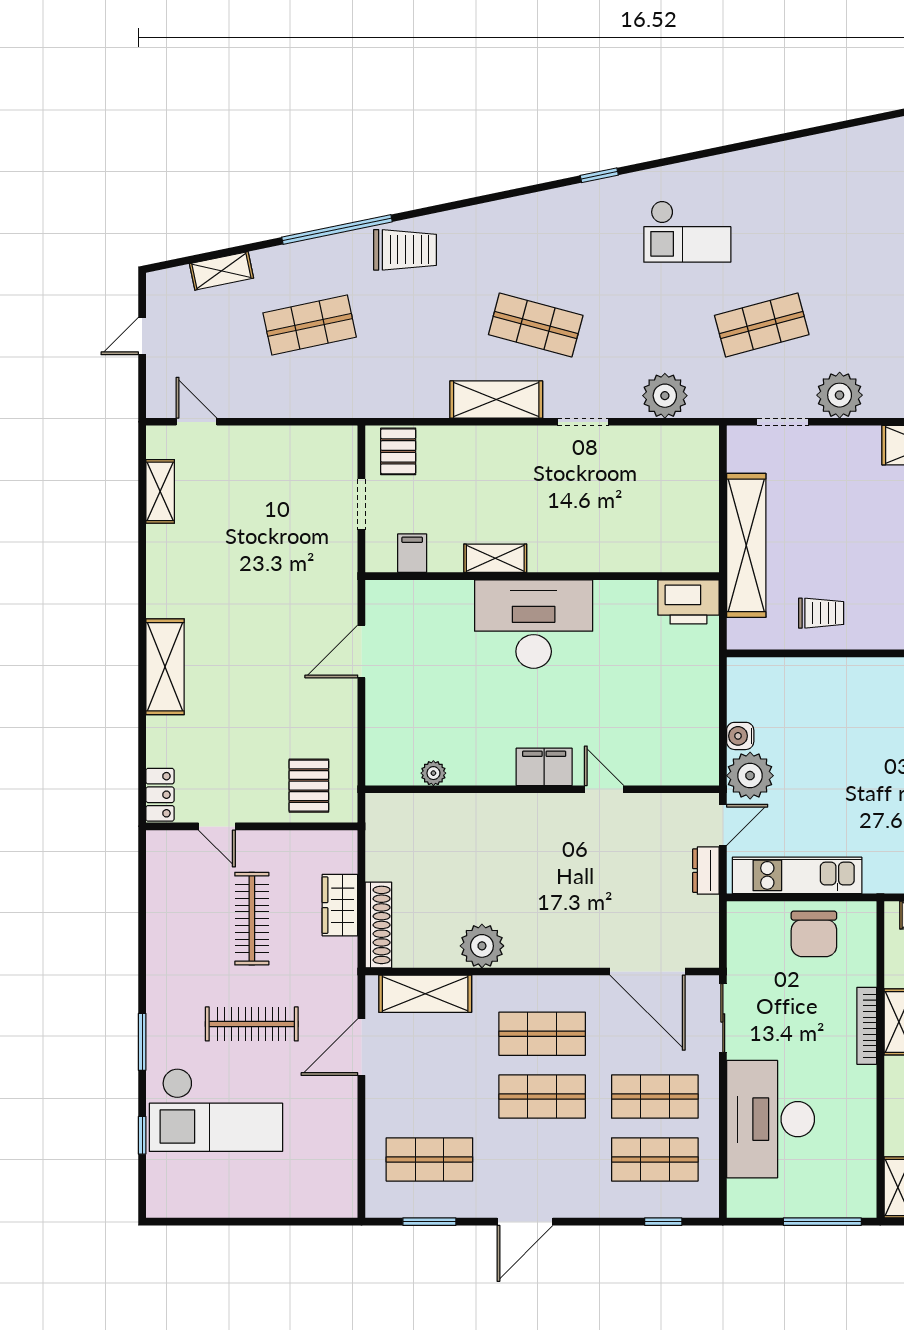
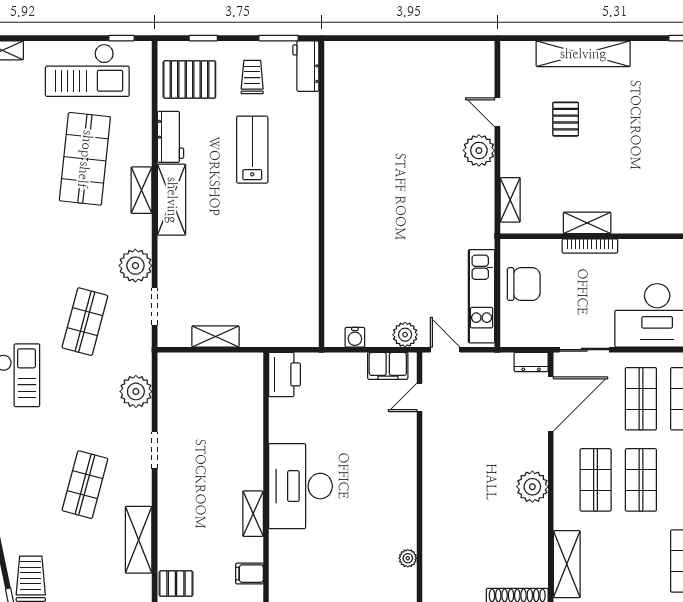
shop shelf: (762, 325) -> (85, 322), turned 30
shelving: (496, 399) -> (139, 540), moved
shelving: (746, 545) -> (216, 336), width x0.45, depth x0.75
trolley: (821, 613) -> (293, 279), removed
water cooler: (740, 736) -> (355, 337), moved
filing cabinet: (544, 767) -> (388, 366), moved, turned -90
plant: (750, 776) -> (405, 335), width x0.73, depth x0.73
door: (604, 789) -> (419, 397), moved
dresser: (706, 871) -> (531, 362), moved
plant: (482, 946) -> (532, 487), moved

